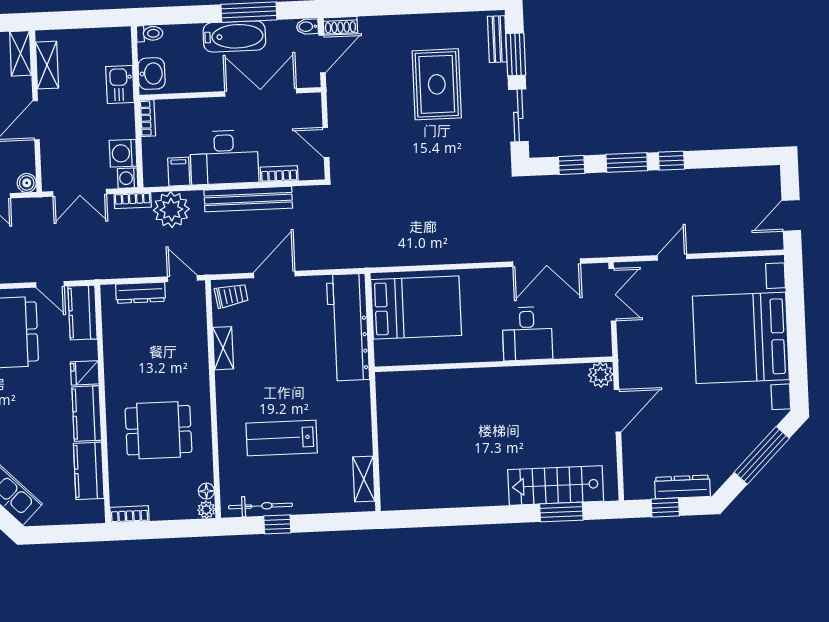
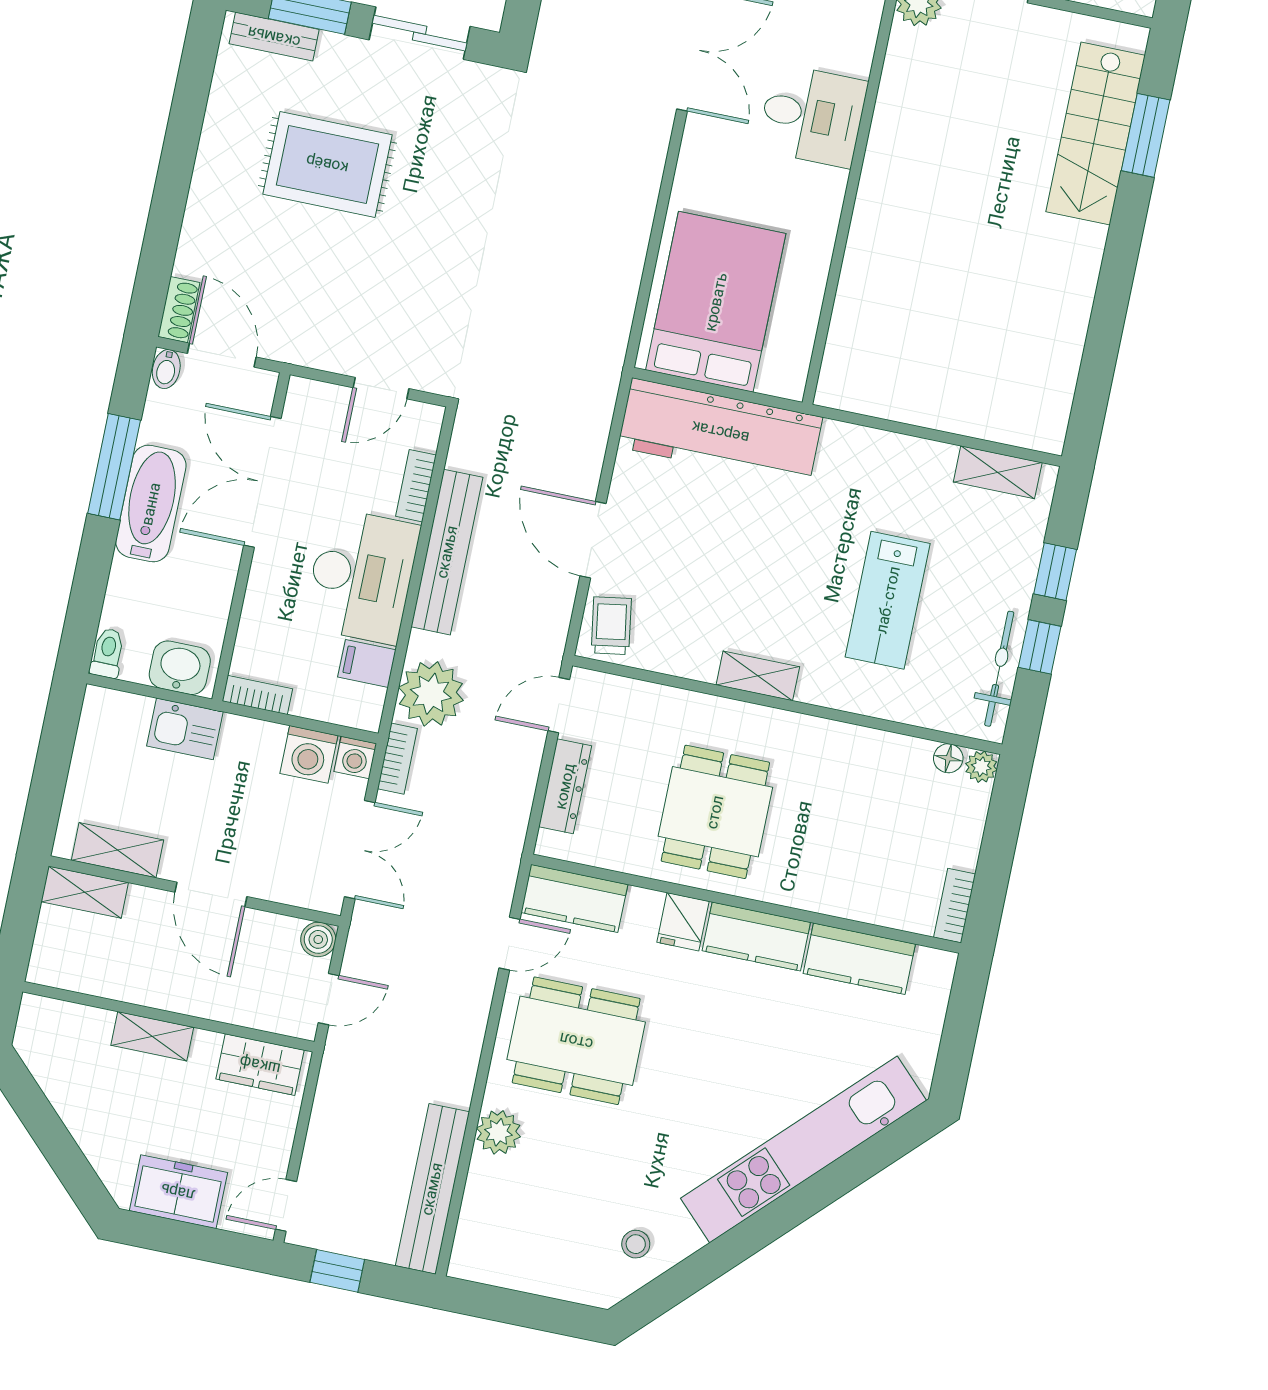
shelving: (223, 348) -> (758, 676), moved
dining table: (159, 430) -> (715, 812), moved
window: (319, 523) -> (1055, 572), added

